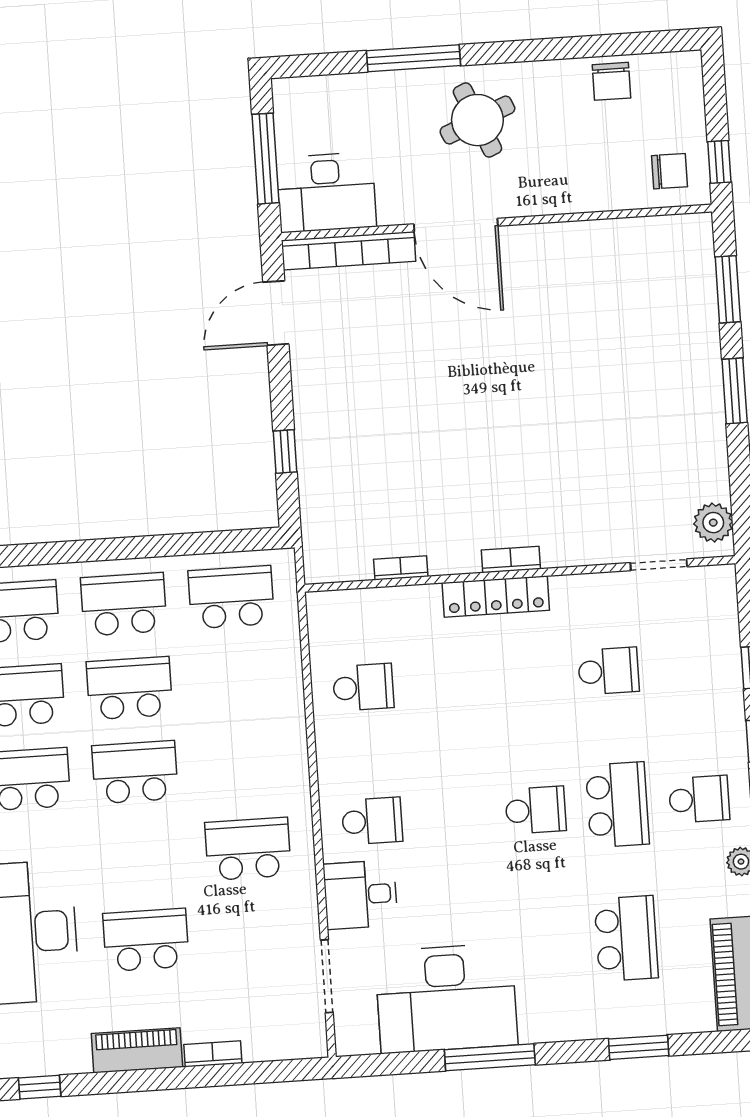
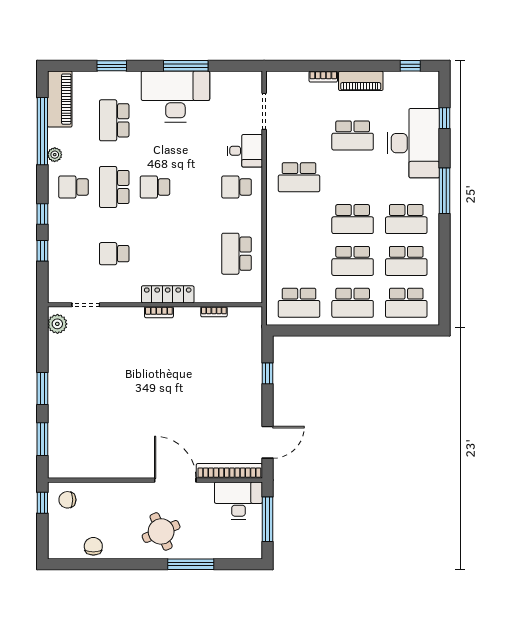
school desk: (363, 687) -> (236, 254), width x1.85
desk: (446, 998) -> (175, 97), moved

